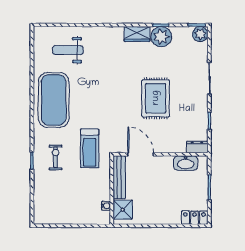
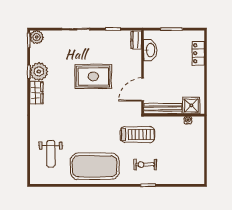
locker: (194, 218) -> (198, 53), moved

